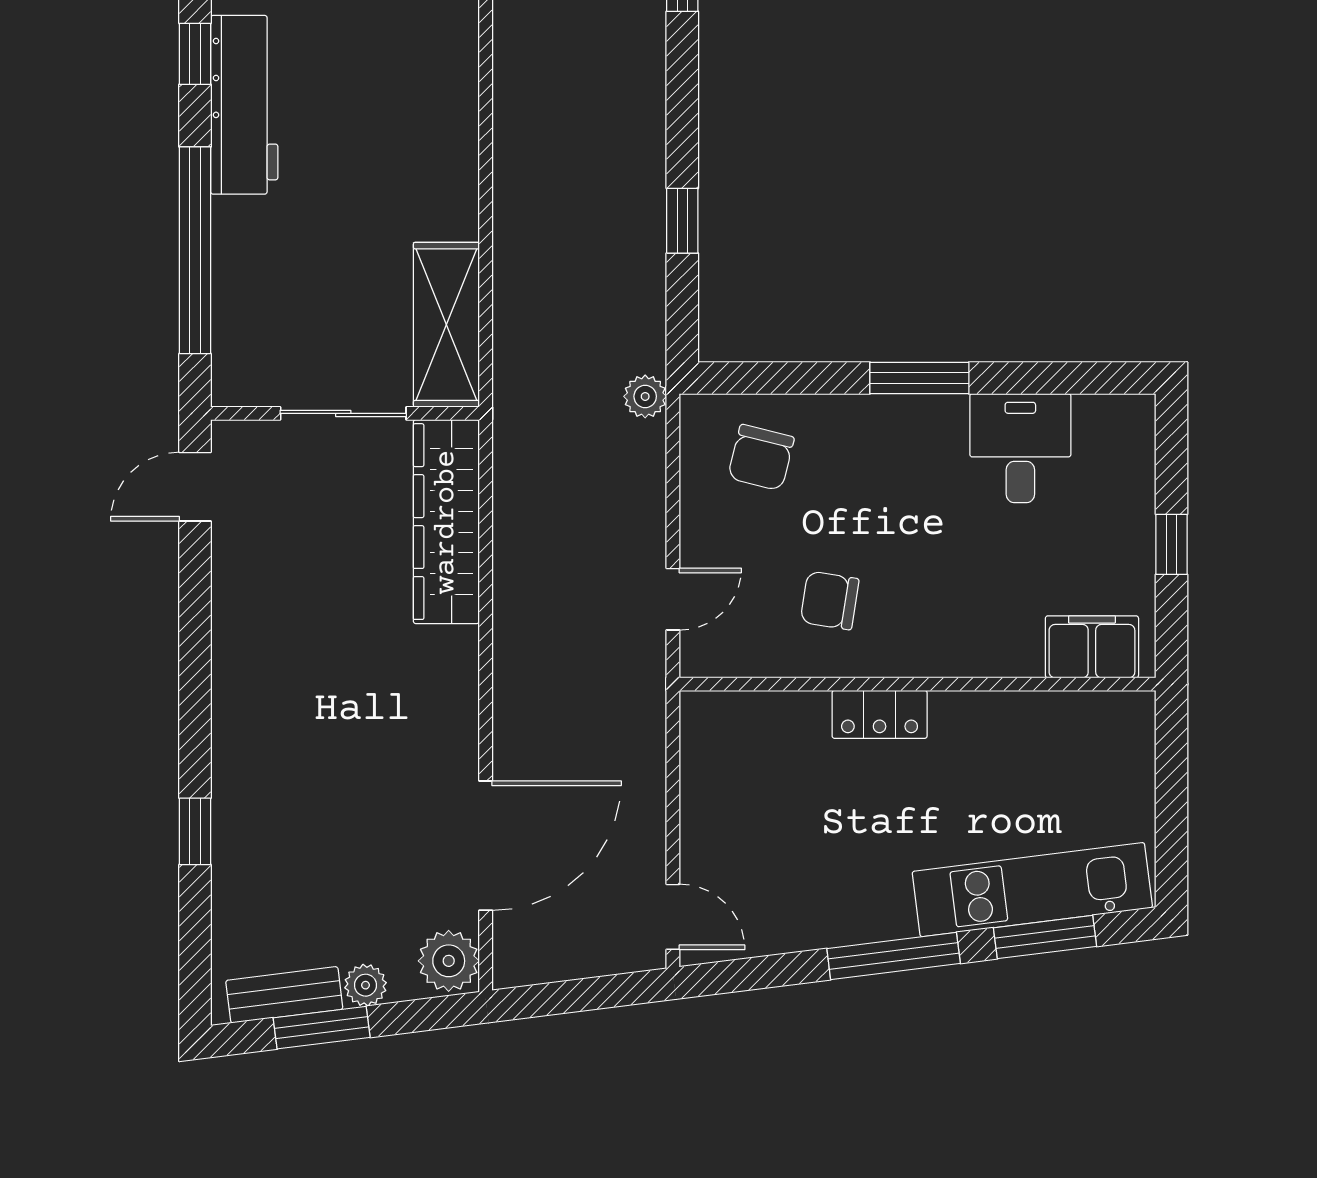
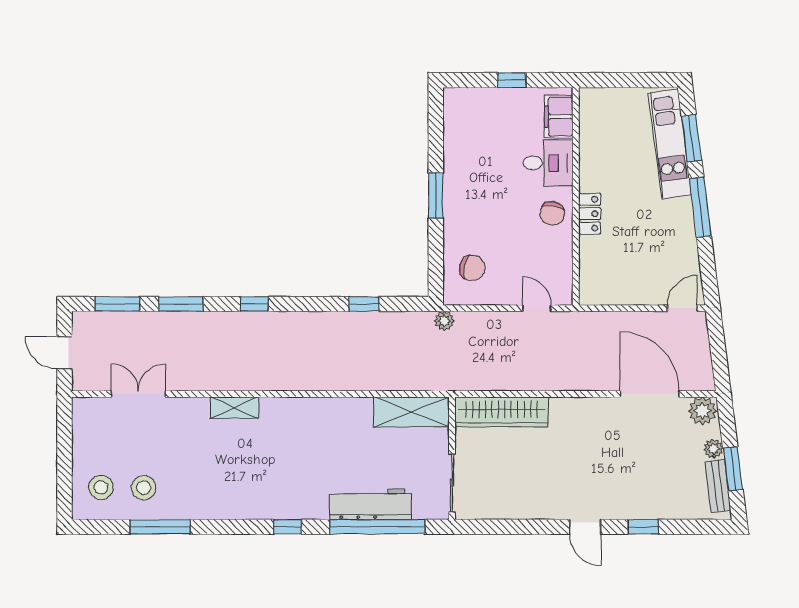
workbench: (244, 105) -> (370, 504), moved
sliding door: (343, 413) -> (452, 483), moved
desk: (1020, 448) -> (548, 163), moved, turned 180
door: (195, 487) -> (585, 527), moved
chair: (830, 600) -> (552, 213), moved

